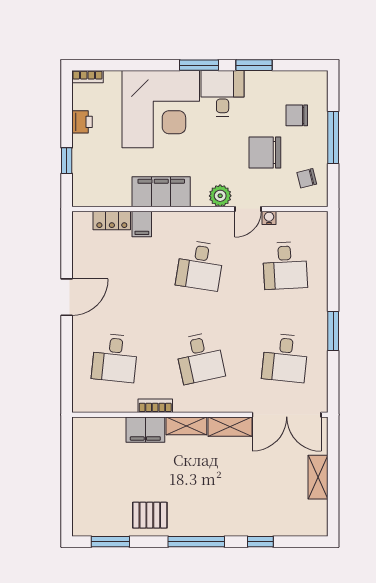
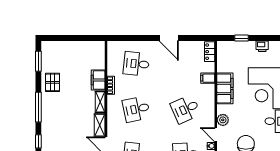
locker: (112, 220) -> (210, 52), moved
desk: (200, 266) -> (186, 109), turned -33

